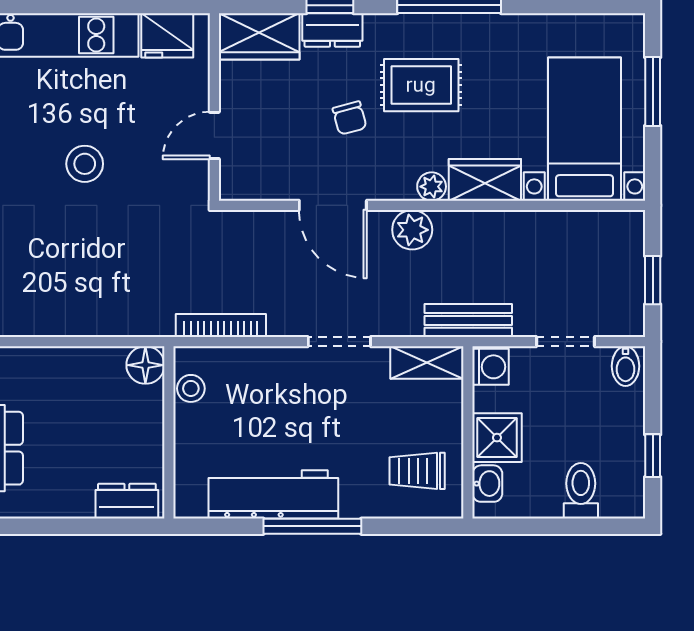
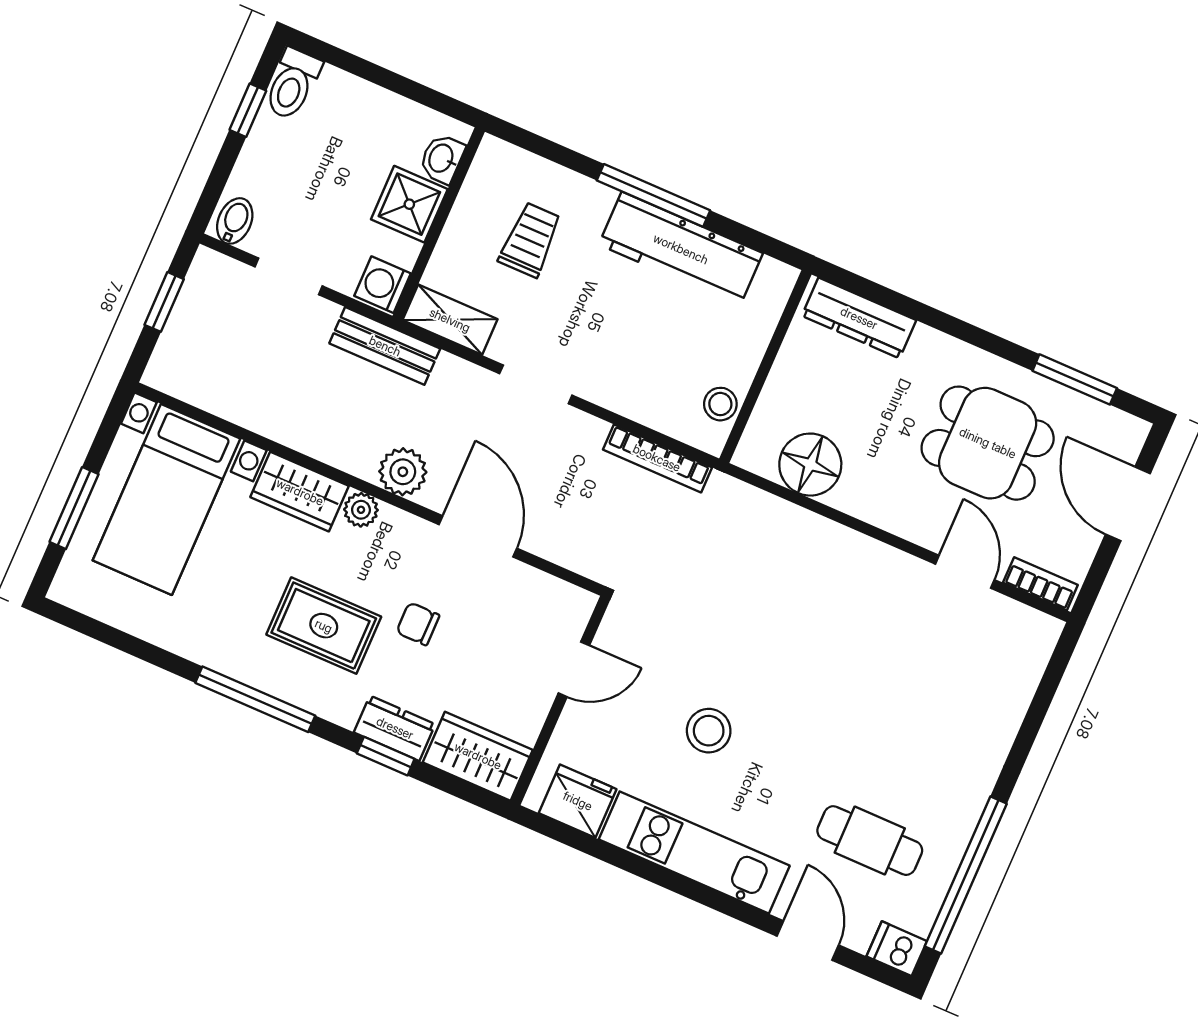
chair: (350, 118) -> (418, 624), turned -75
stool: (85, 164) -> (709, 731), moved
floor lamp: (145, 365) -> (810, 465), moved, width x1.38, depth x1.38
trolley: (417, 471) -> (530, 240), moved, turned -90
toilet: (581, 491) -> (292, 84), moved
dresser: (127, 501) -> (859, 318), width x1.44

